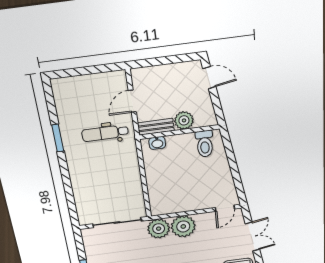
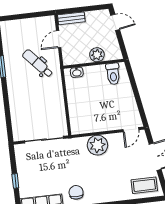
bench: (156, 127) -> (71, 18), moved
dental chair: (105, 133) -> (38, 63), turned 48
plant: (159, 229) -> (77, 146), removed

